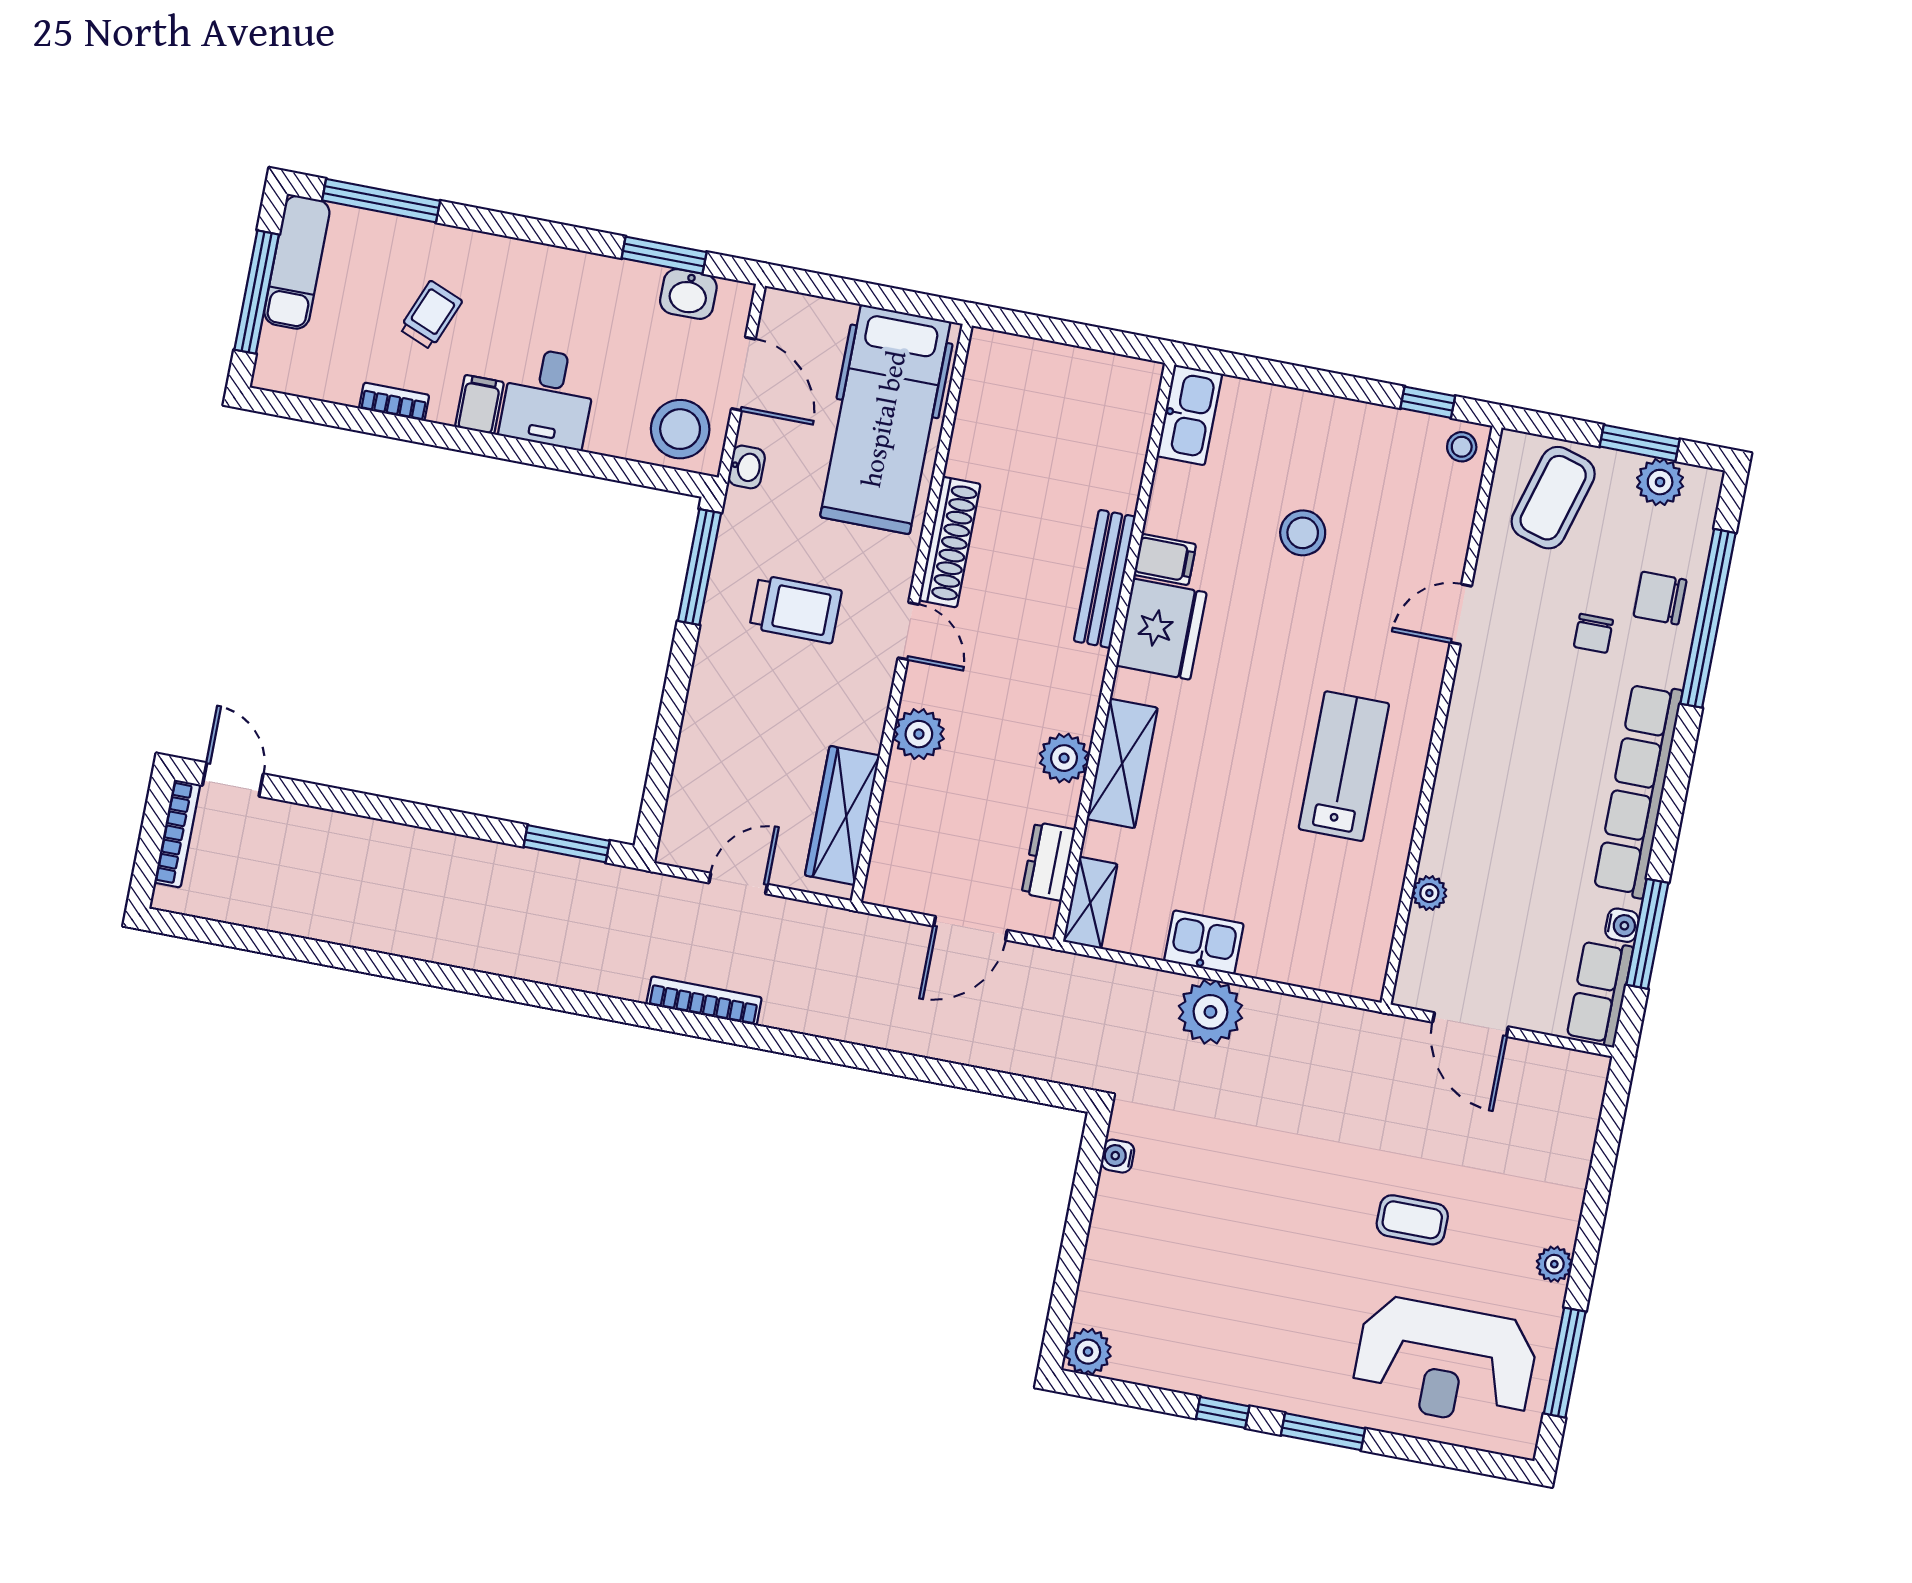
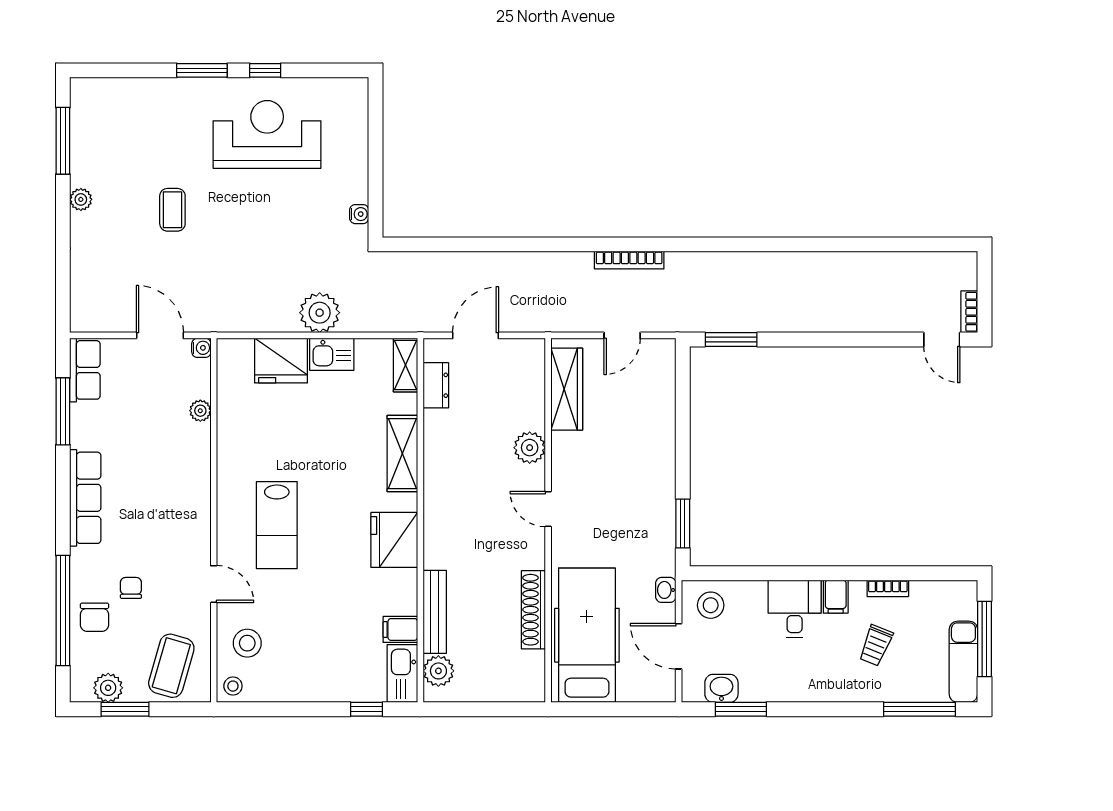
window: (1428, 402) -> (366, 709), moved
stool: (680, 429) -> (711, 605), width x0.73, depth x0.73
stool: (1303, 533) -> (247, 643), moved
shoe rack: (950, 542) -> (533, 610), moved
filing cabinet: (1165, 559) -> (400, 629), moved
window: (699, 567) -> (683, 524), width x0.69
bench: (1105, 579) -> (435, 612), moved
chair: (1660, 598) -> (94, 617), turned 90
trolley: (796, 609) -> (619, 509), removed
door: (1461, 614) -> (214, 584), hinge flipped
plant: (1064, 758) -> (438, 671), moved
lab bench: (1344, 766) -> (277, 525), moved
row of seats: (1638, 790) -> (85, 498), width x0.73
bookcase: (177, 834) -> (969, 312), width x0.64
water cooler: (1622, 925) -> (201, 348), moved, turned 180
fridge: (1286, 948) -> (281, 361), added
coffee table: (1412, 1220) -> (172, 210), turned 90
plant: (1088, 1352) -> (354, 92), removed
reception desk: (1445, 1362) -> (267, 134), moved

